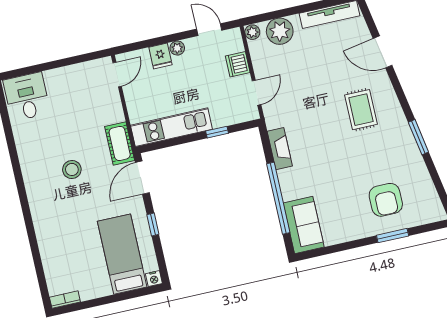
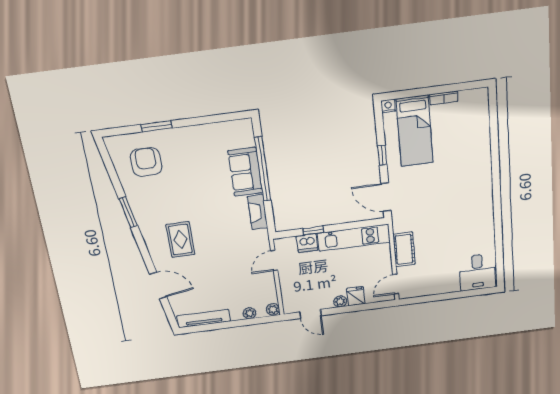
plant: (280, 31) -> (250, 313), width x0.53, depth x0.53
dishwasher: (238, 64) -> (307, 243), moved, turned 90
cot: (120, 143) -> (404, 249), moved
stool: (72, 169) -> (448, 209), removed
door: (142, 178) -> (386, 197), swing flipped
armchair: (386, 200) -> (146, 162), moved
sofa: (304, 225) -> (245, 172), moved
bookcase: (65, 300) -> (444, 98), moved

